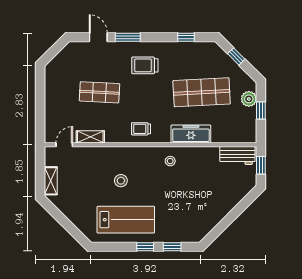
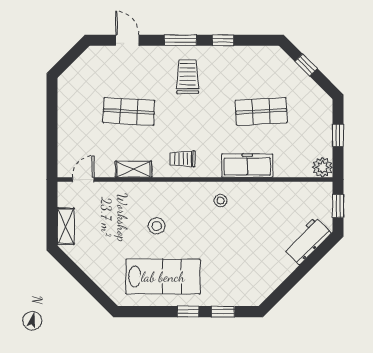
window: (128, 37) -> (180, 40), moved
window: (186, 37) -> (223, 40), moved
trolley: (145, 65) -> (188, 77), turned 90
shop shelf: (202, 92) -> (261, 112), width x0.70, depth x0.74
plant: (249, 99) -> (322, 167), moved
shelving: (90, 137) -> (134, 169), moved
workbench: (237, 156) -> (307, 241), moved, turned 135

